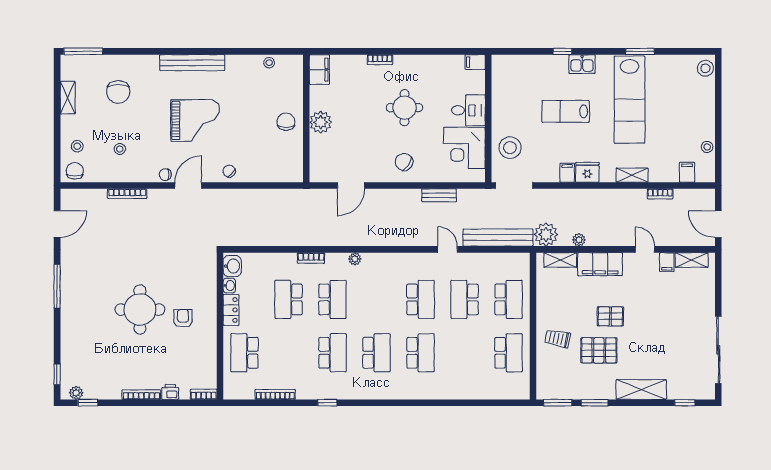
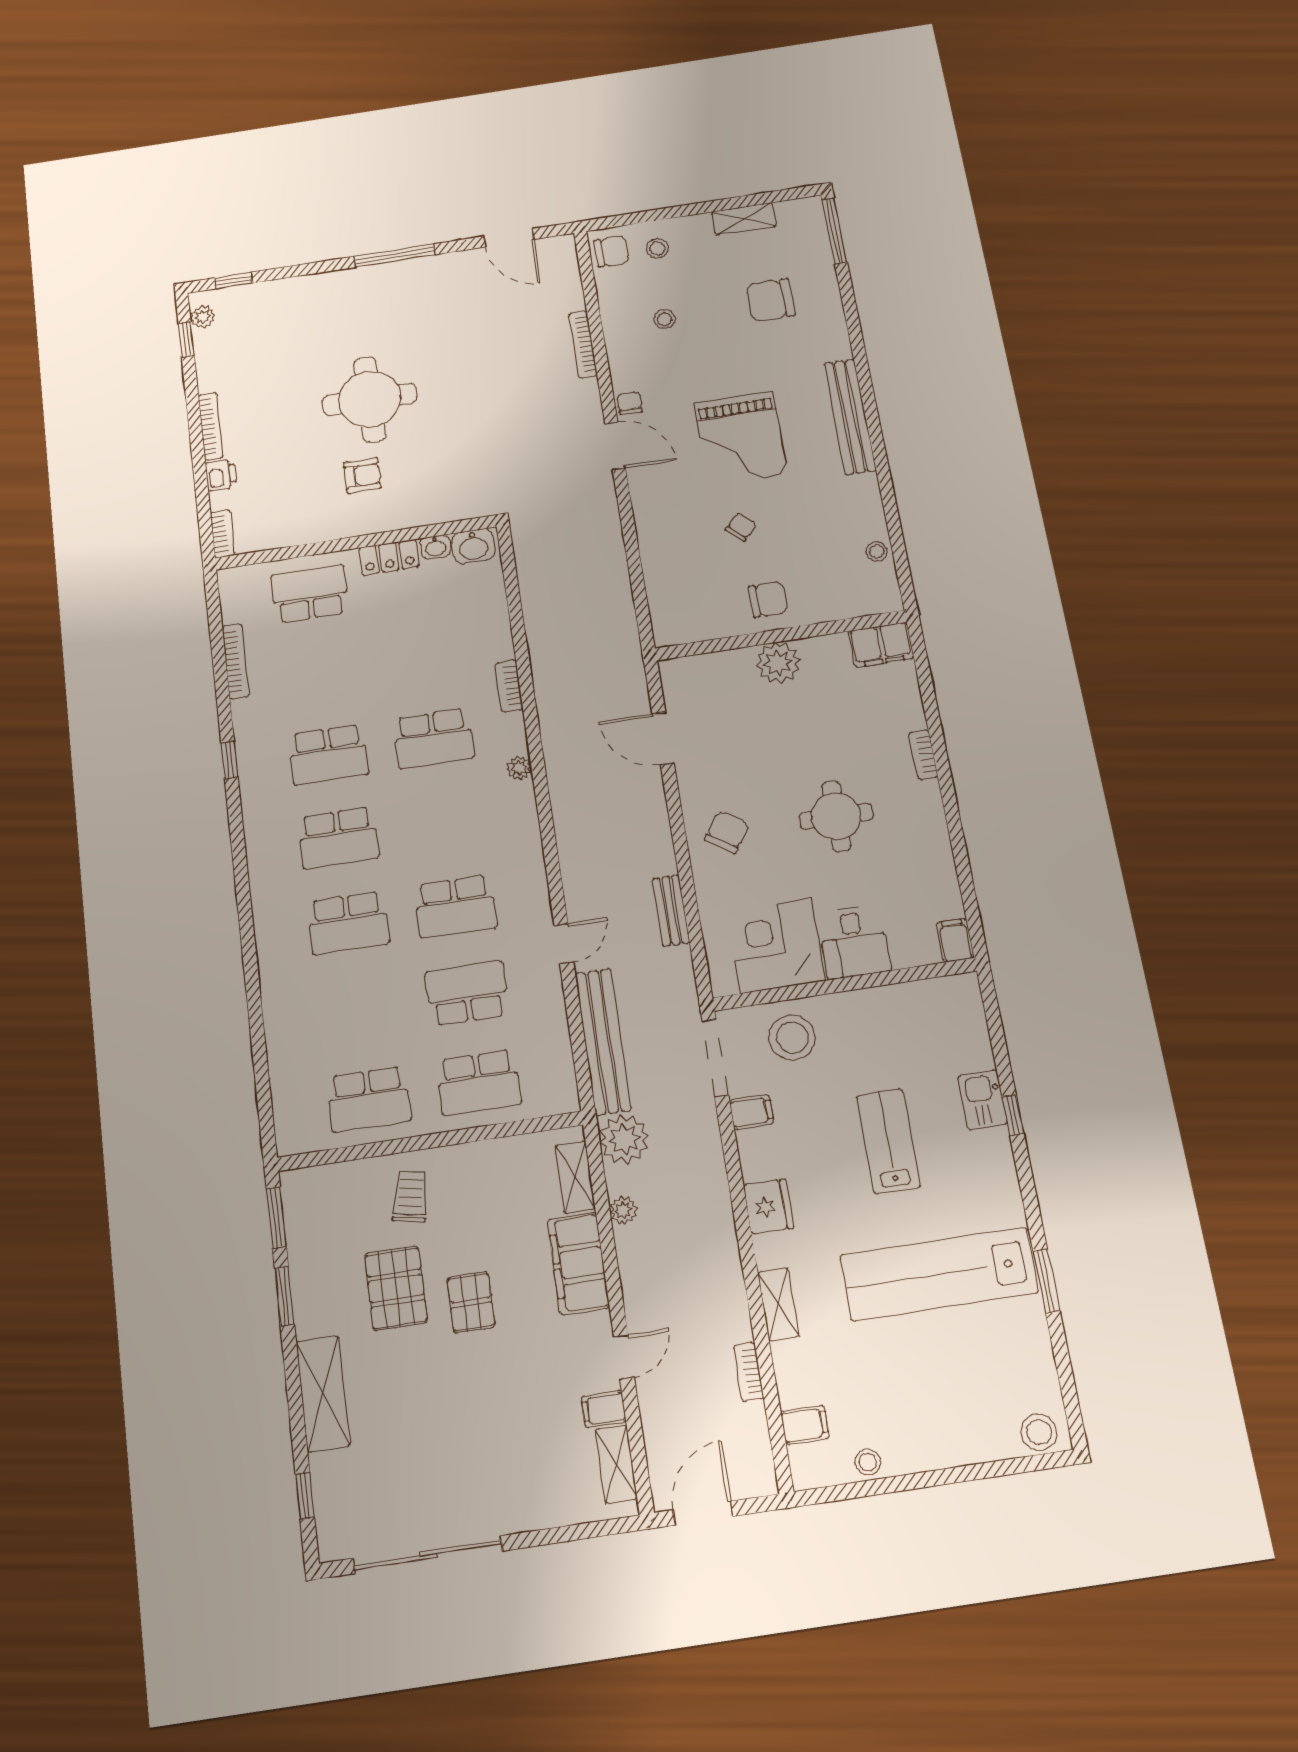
kitchen sink: (582, 64) -> (982, 1100), moved
chair: (229, 171) -> (741, 527), moved
filing cabinet: (567, 173) -> (751, 1112), moved
school desk: (288, 299) -> (423, 657), removed

